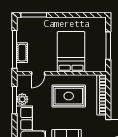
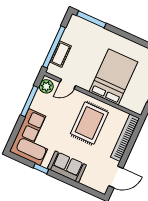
rug: (69, 96) -> (89, 123), turned 90
plant: (22, 99) -> (46, 86), moved

